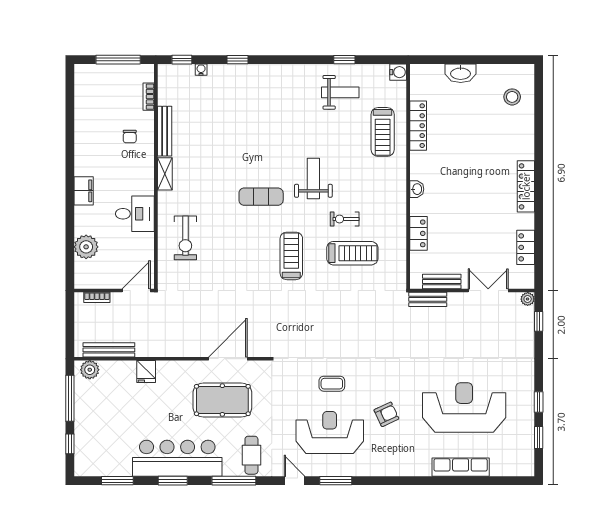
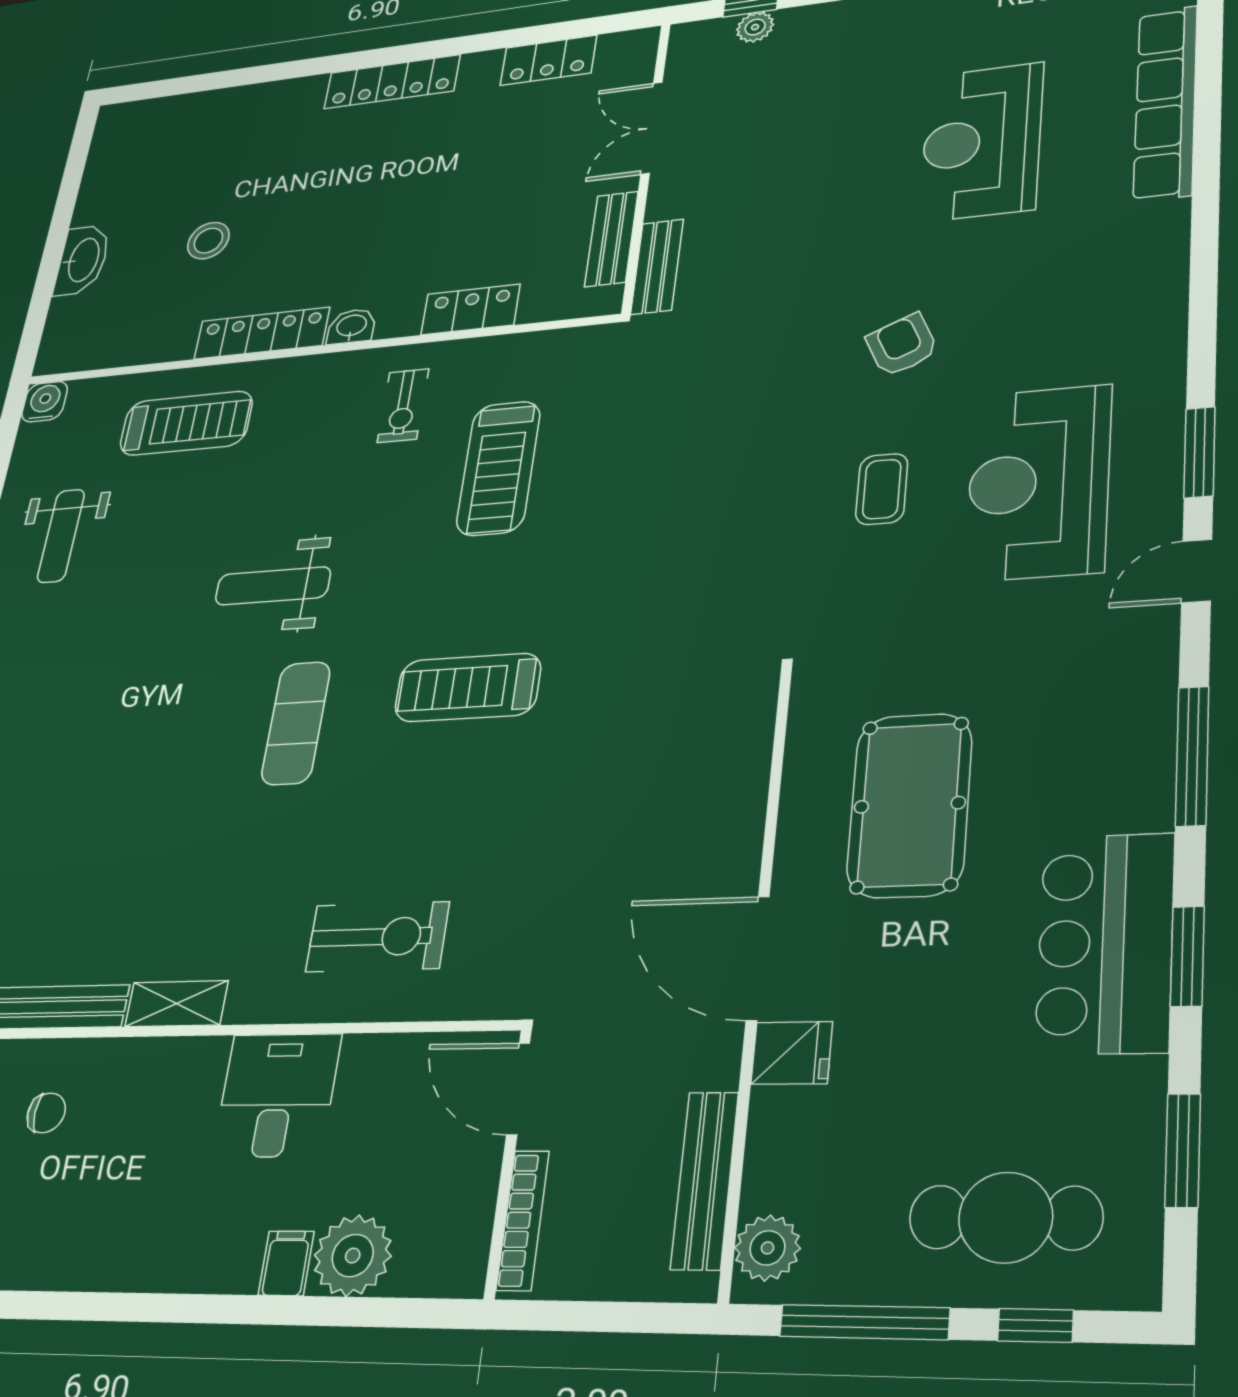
weight bench: (340, 92) -> (61, 536), turned 180
stool: (512, 97) -> (208, 241), moved
locker: (418, 126) -> (262, 333), moved
filing cabinet: (84, 191) -> (286, 1263), moved, width x0.50
exercise bike: (345, 219) -> (403, 406), moved
treadmill: (352, 253) -> (498, 468), turned 180
treadmill: (291, 256) -> (468, 688), moved
bookcase: (97, 297) -> (523, 1220), width x1.56
plant: (528, 299) -> (755, 27), moved
door: (228, 359) -> (758, 958), moved
reception desk: (464, 408) -> (982, 142), width x0.74, depth x0.77
armchair: (386, 414) -> (902, 345), moved
cafe table: (251, 455) -> (1006, 1217), moved, width x1.37, depth x1.35
bar counter: (177, 458) -> (1105, 943), width x0.73
row of seats: (461, 467) -> (1166, 103), width x1.36

